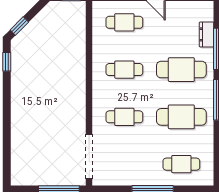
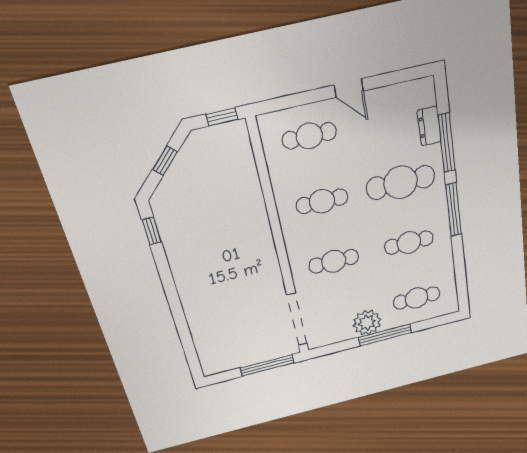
window: (19, 26) -> (165, 161), moved
cafe table: (181, 117) -> (409, 243), width x0.73, depth x0.74
plant: (140, 174) -> (367, 323), added

